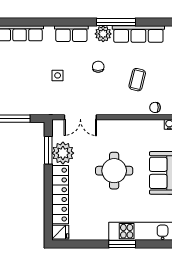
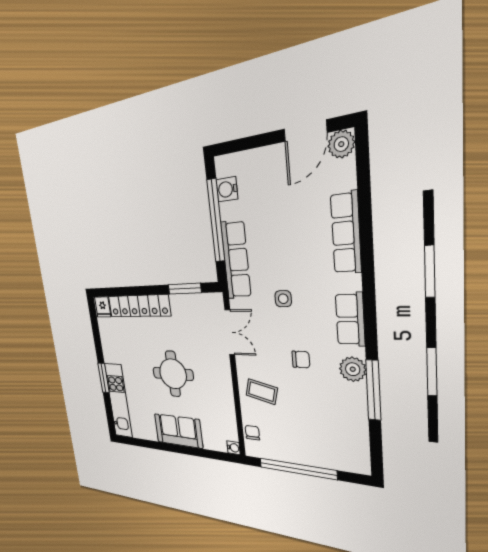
row of seats: (138, 34) -> (236, 260), moved, turned 180
coffee table: (137, 80) -> (262, 392), moved
double door: (80, 117) -> (230, 332), swing flipped
plant: (63, 153) -> (184, 309), removed

